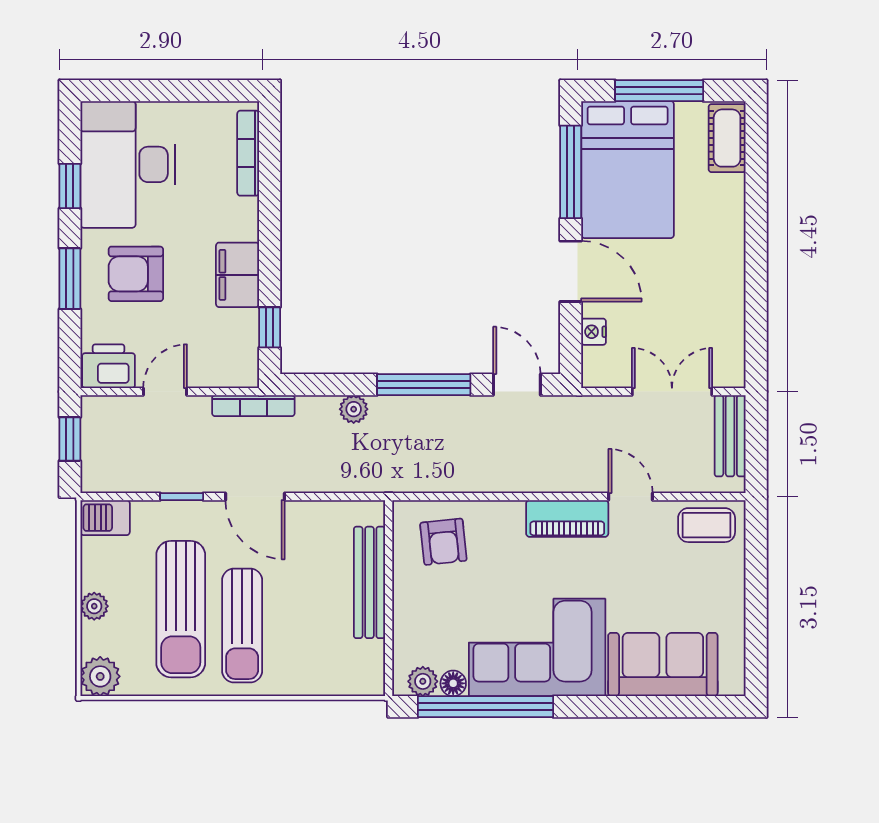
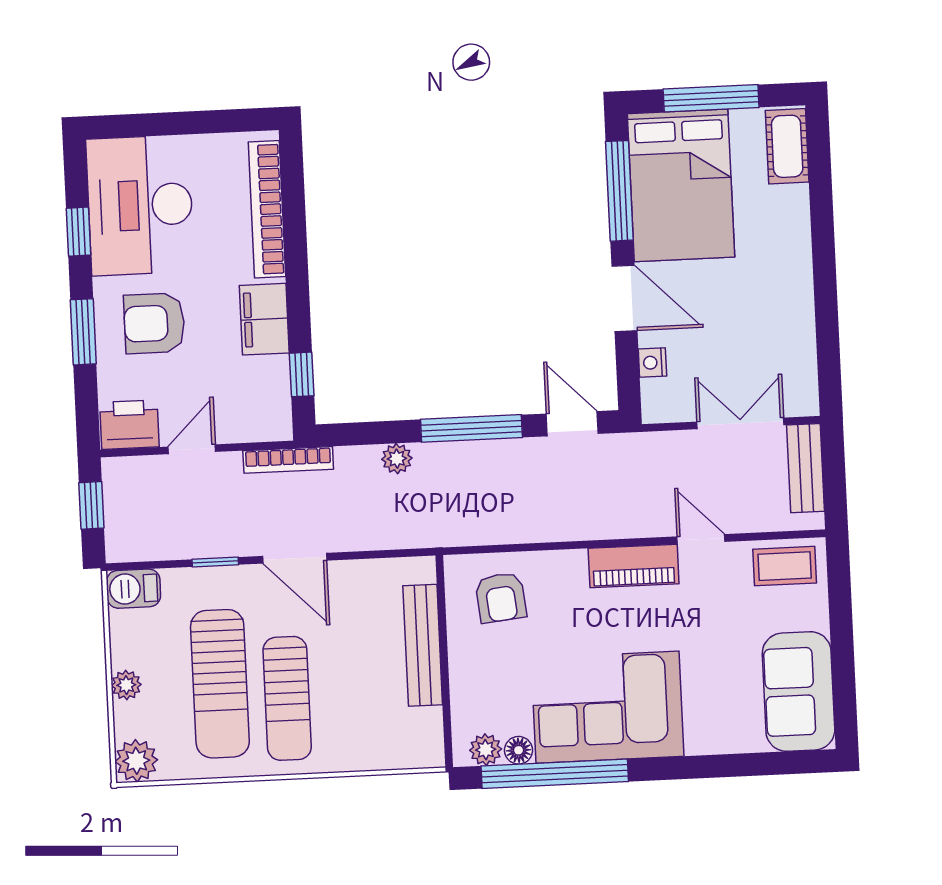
bookcase: (248, 153) -> (267, 209), width x1.48, depth x1.31
sofa: (663, 664) -> (799, 692), moved, turned -90

